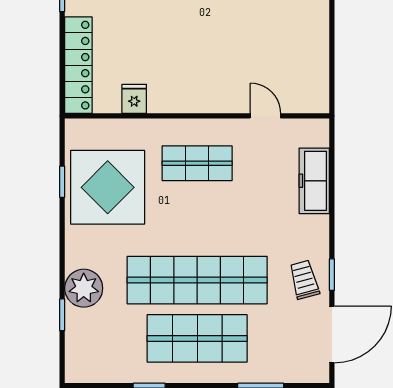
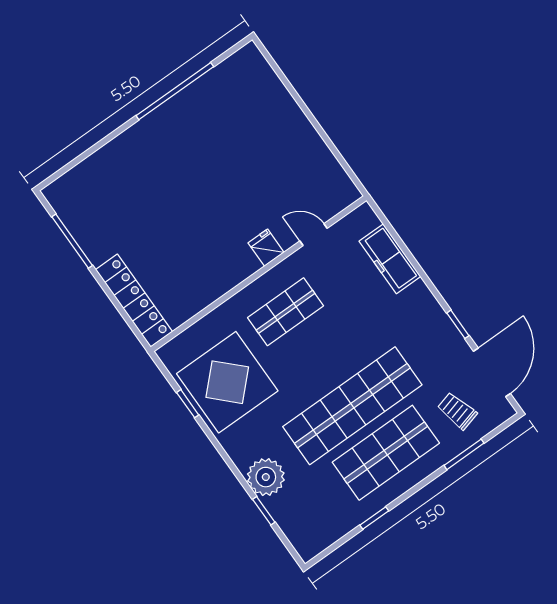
fridge: (134, 99) -> (266, 248), moved
trolley: (304, 280) -> (457, 411), moved

